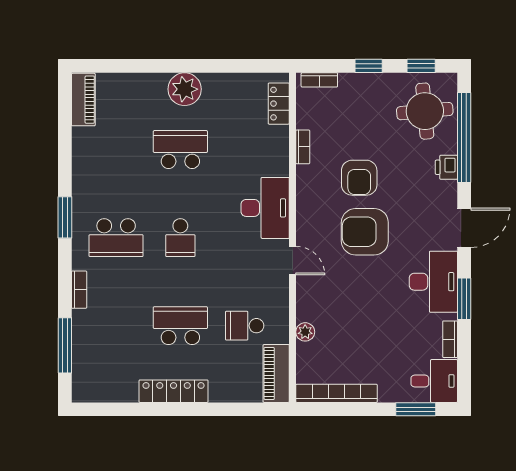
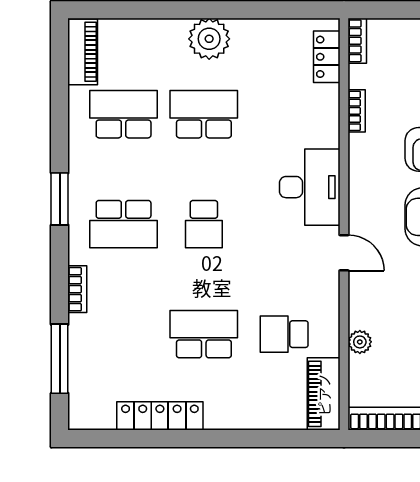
bookcase: (319, 80) -> (357, 41), moved, turned -90
school desk: (116, 150) -> (124, 114), added
locker: (174, 391) -> (160, 416), moved

